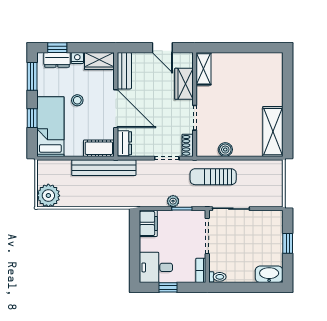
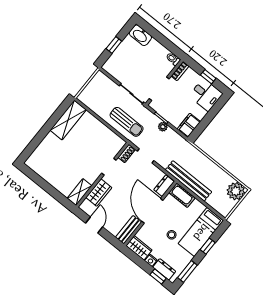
boiler: (225, 150) -> (106, 132), removed

